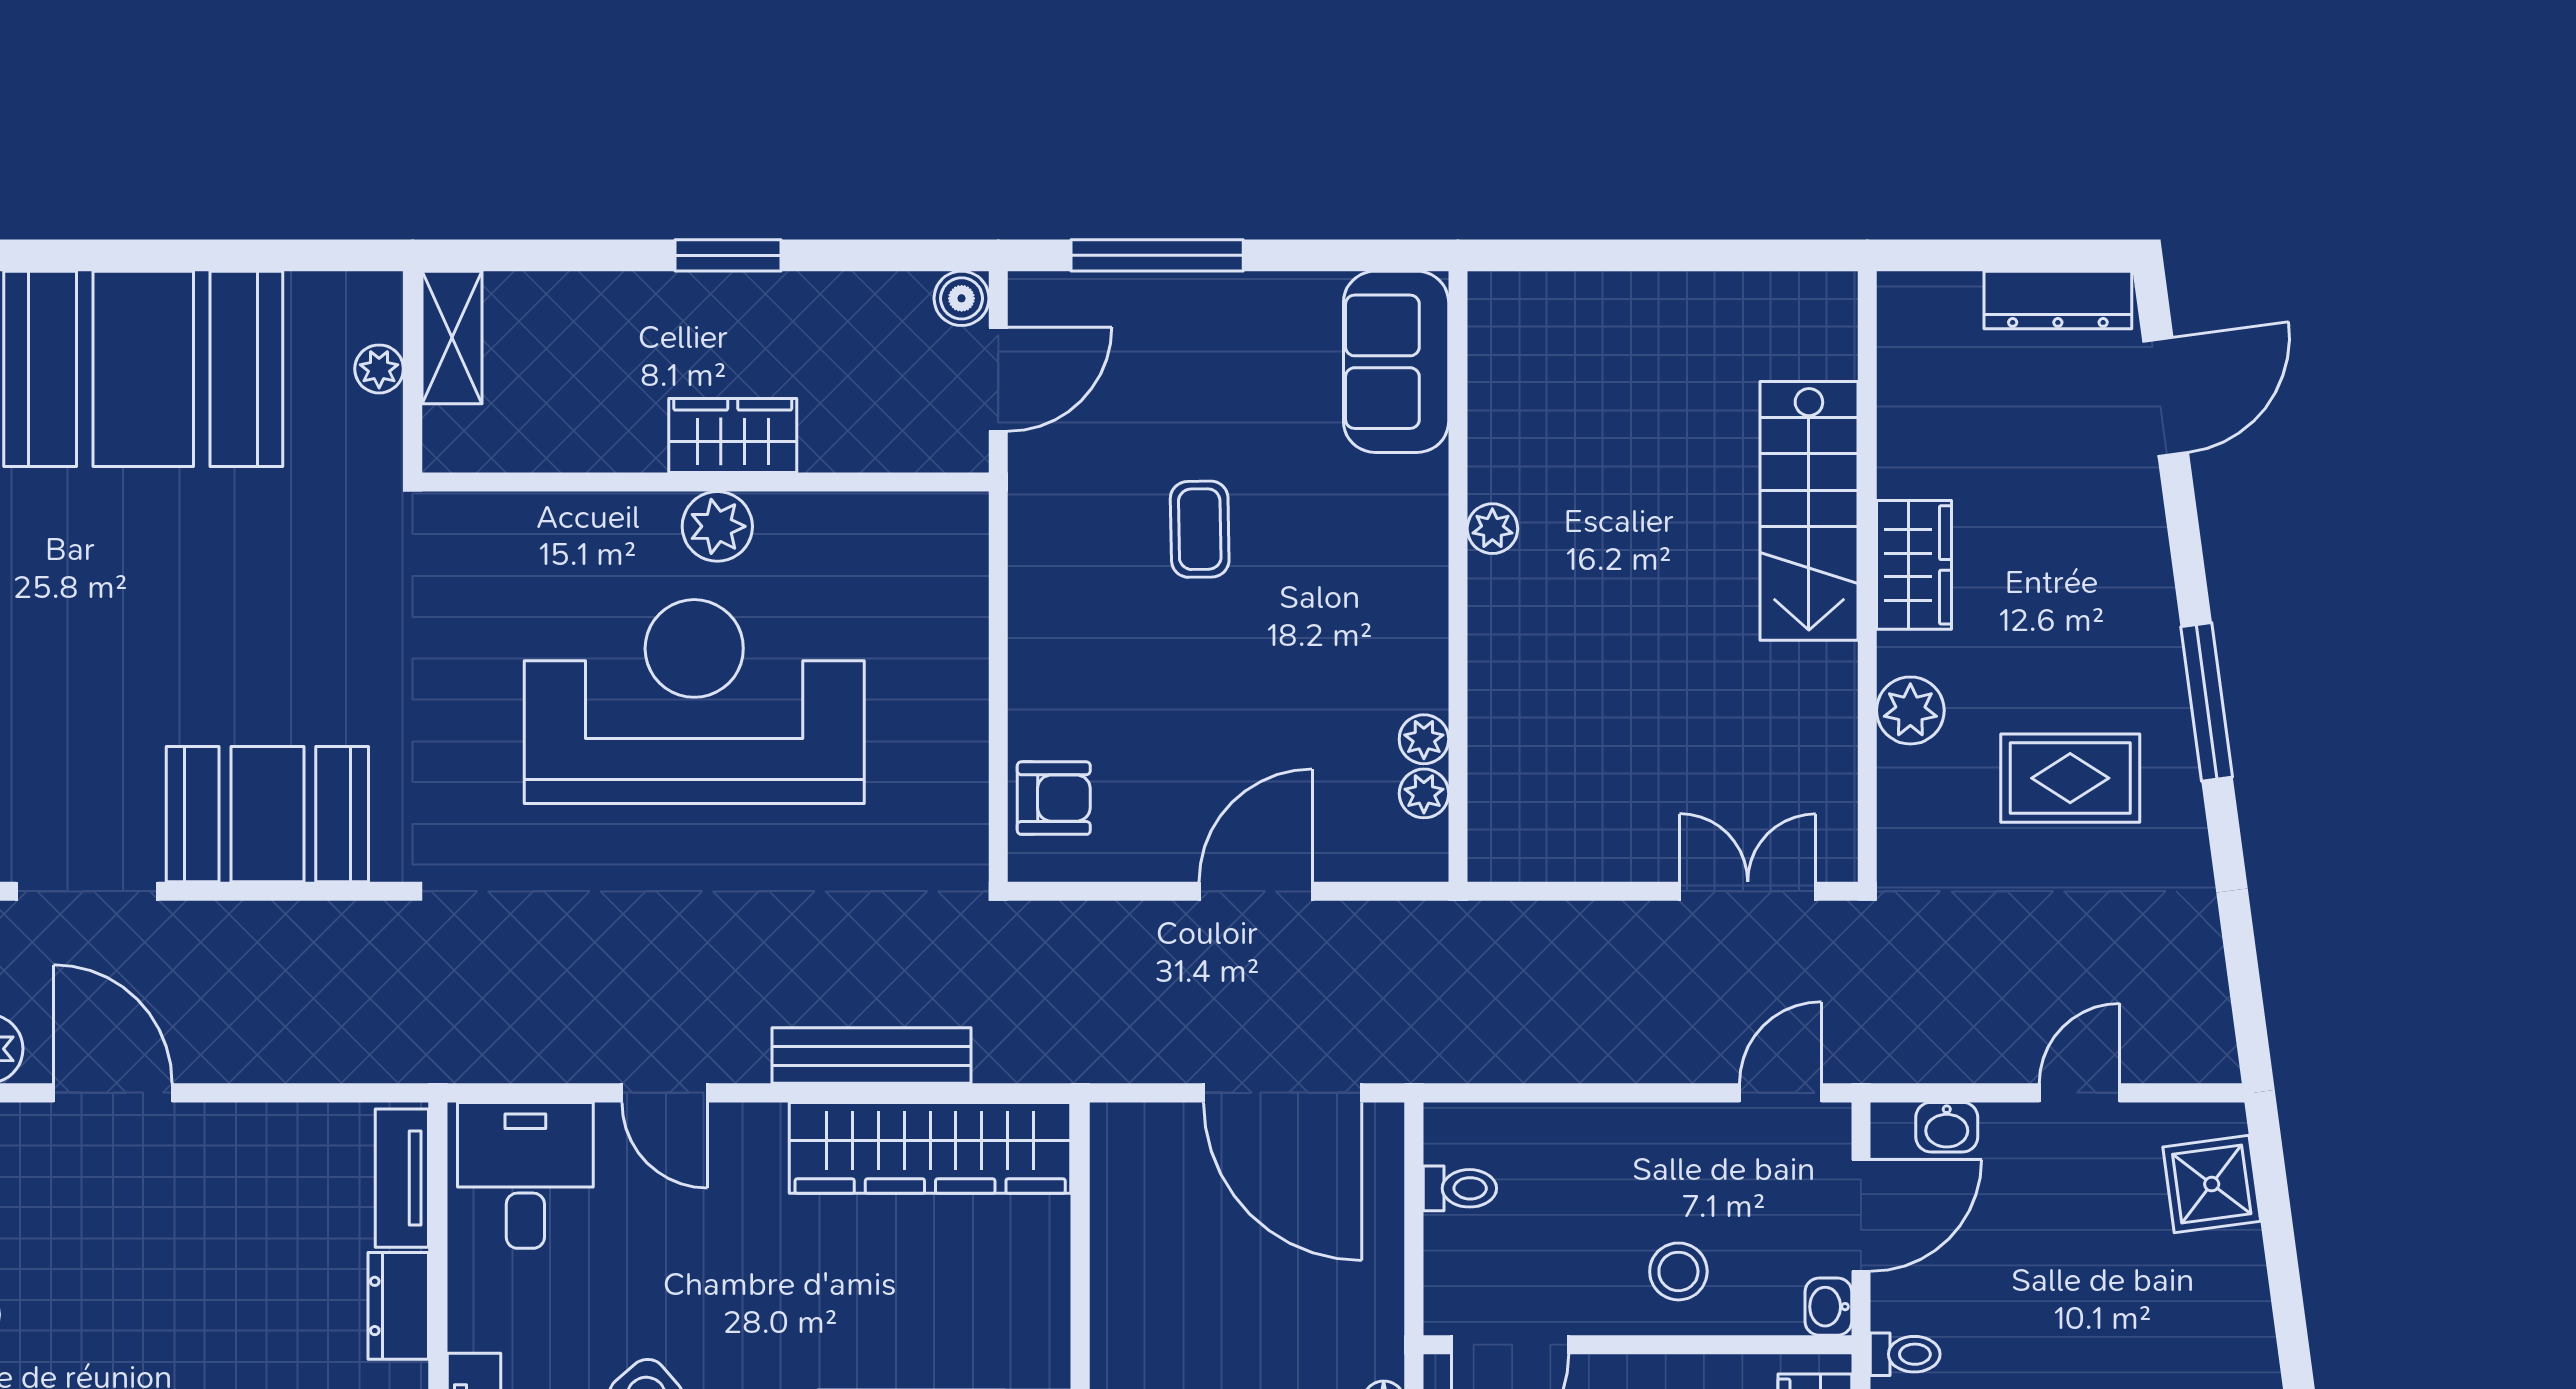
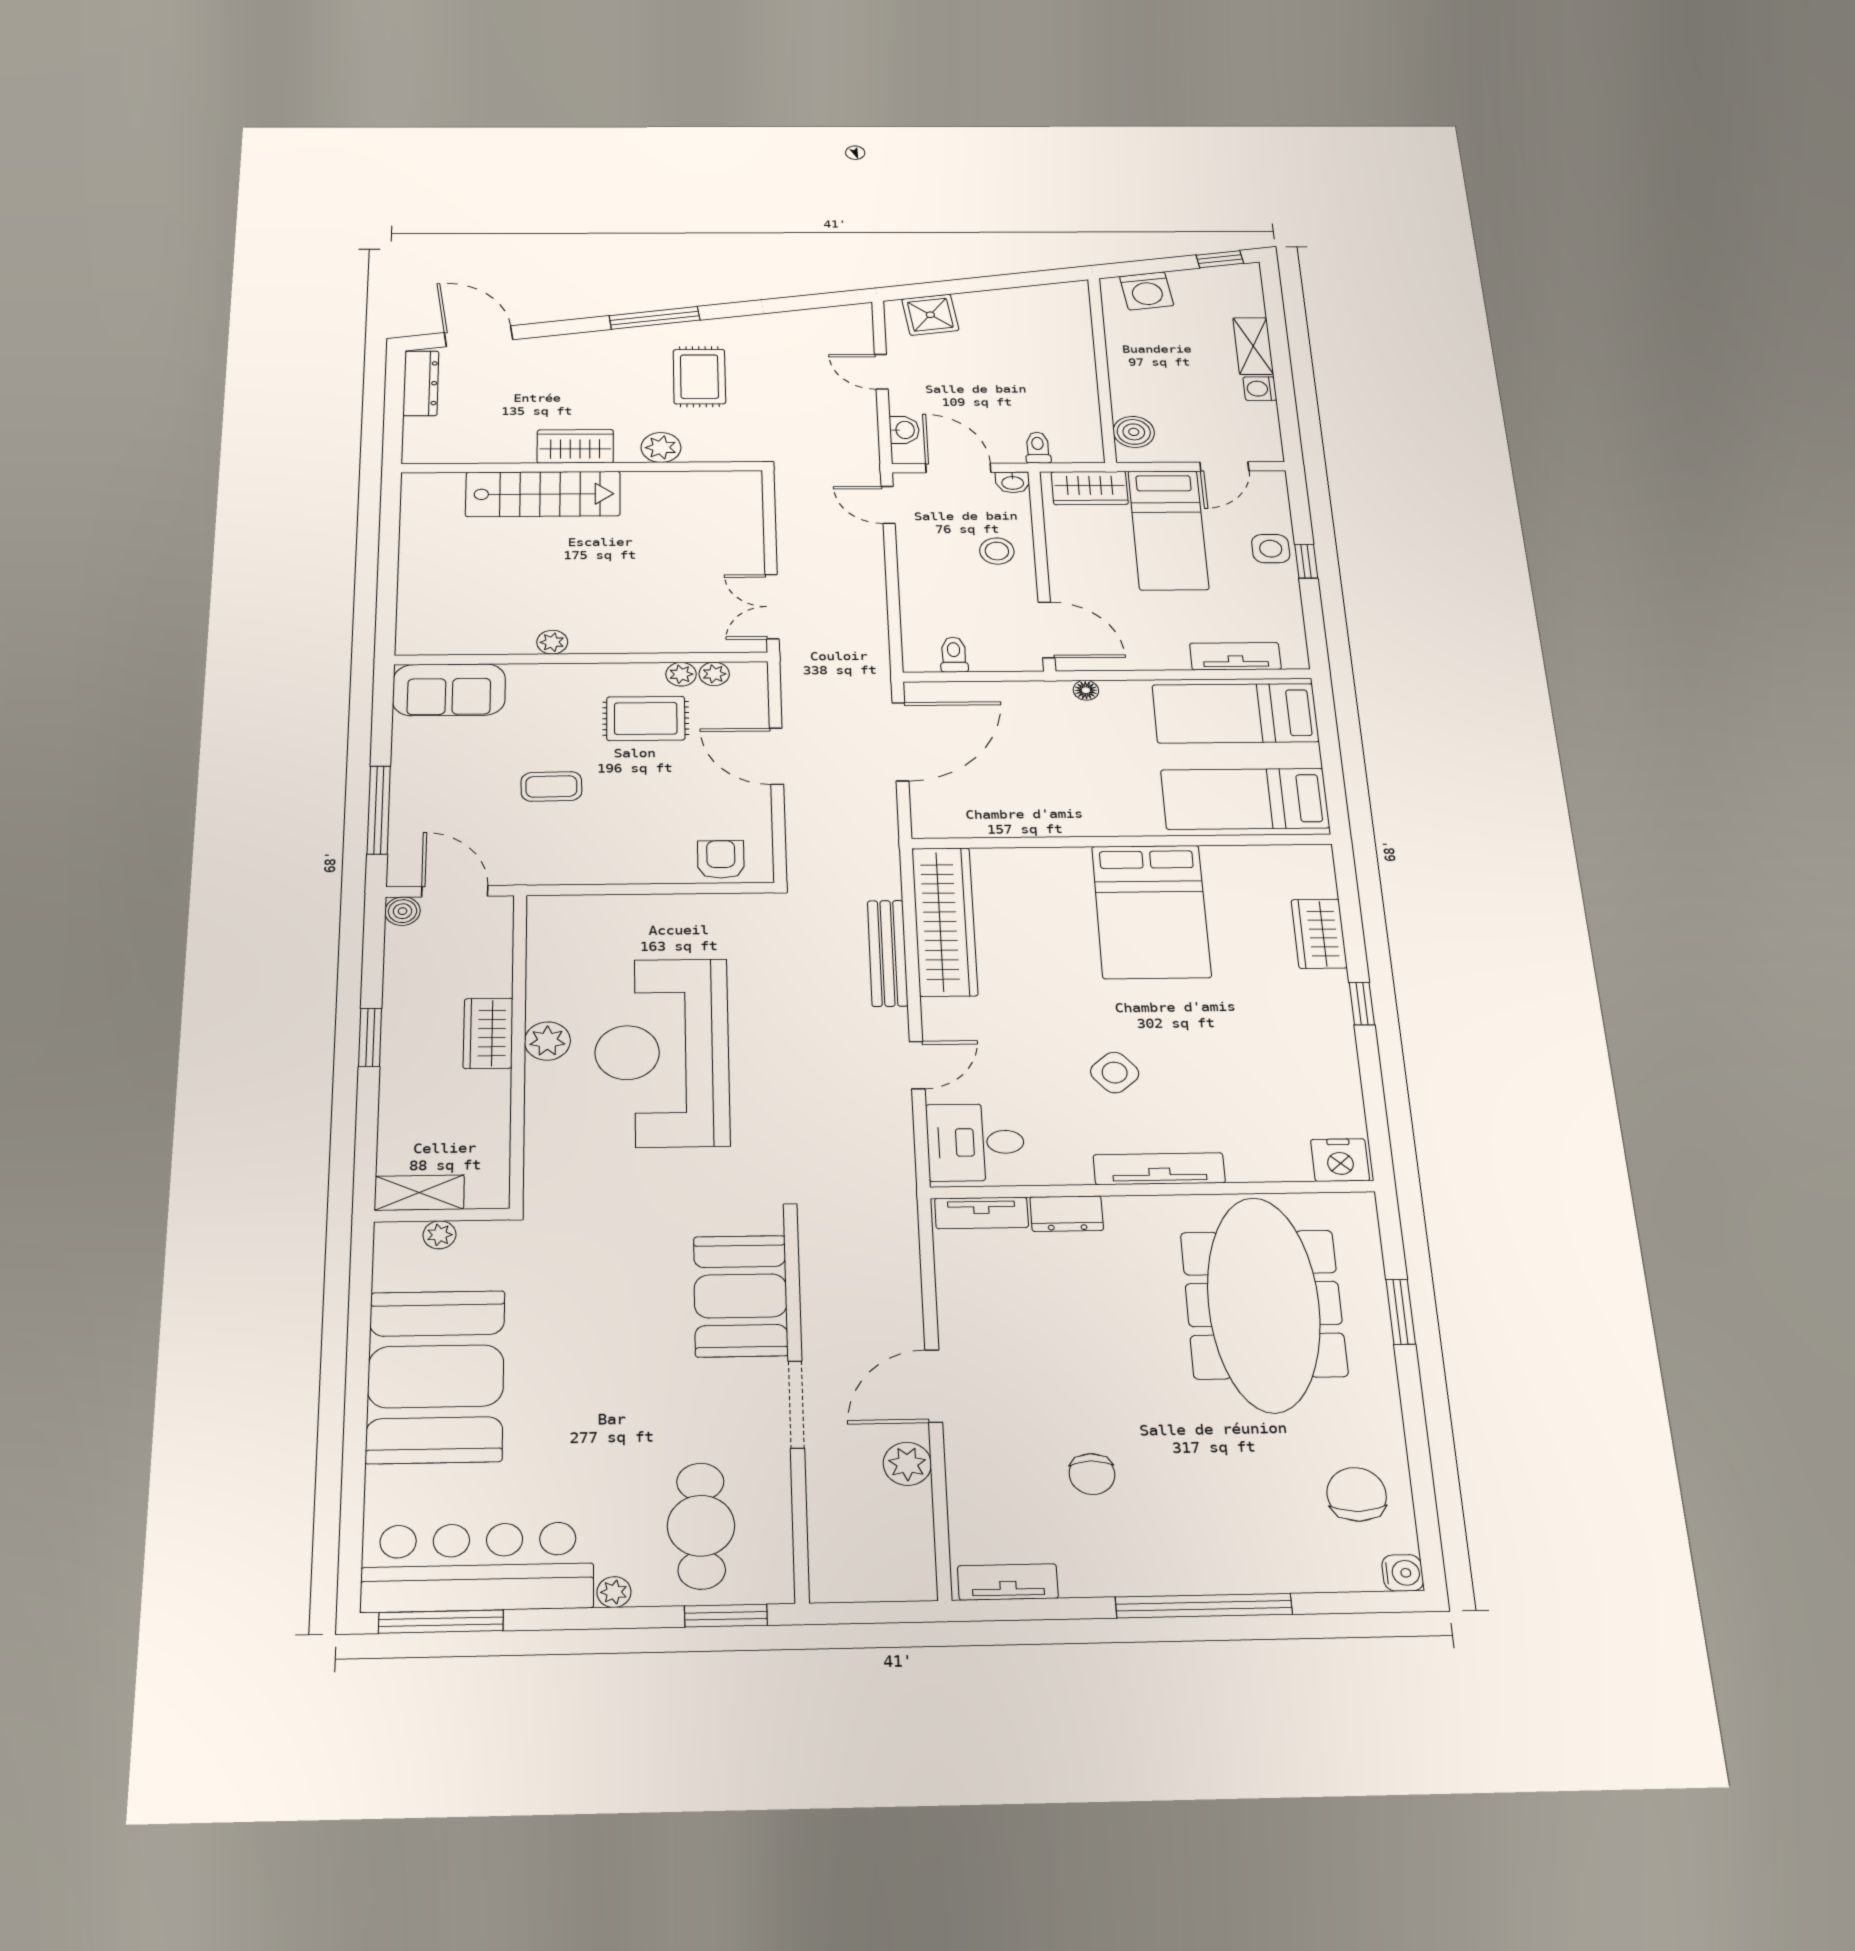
rug: (1334, 681) -> (646, 718), added
double door: (1748, 891) -> (772, 607), moved

